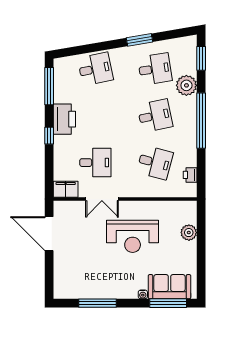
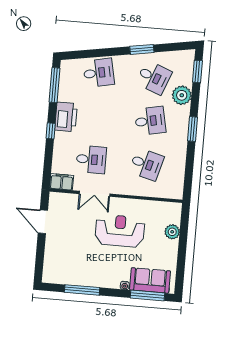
desk: (155, 69) -> (154, 78), turned 30
window: (201, 121) -> (192, 129), width x0.47
printer: (190, 175) -> (178, 178), removed
door: (49, 234) -> (43, 222), width x0.73
reception desk: (133, 236) -> (120, 231), turned 180

